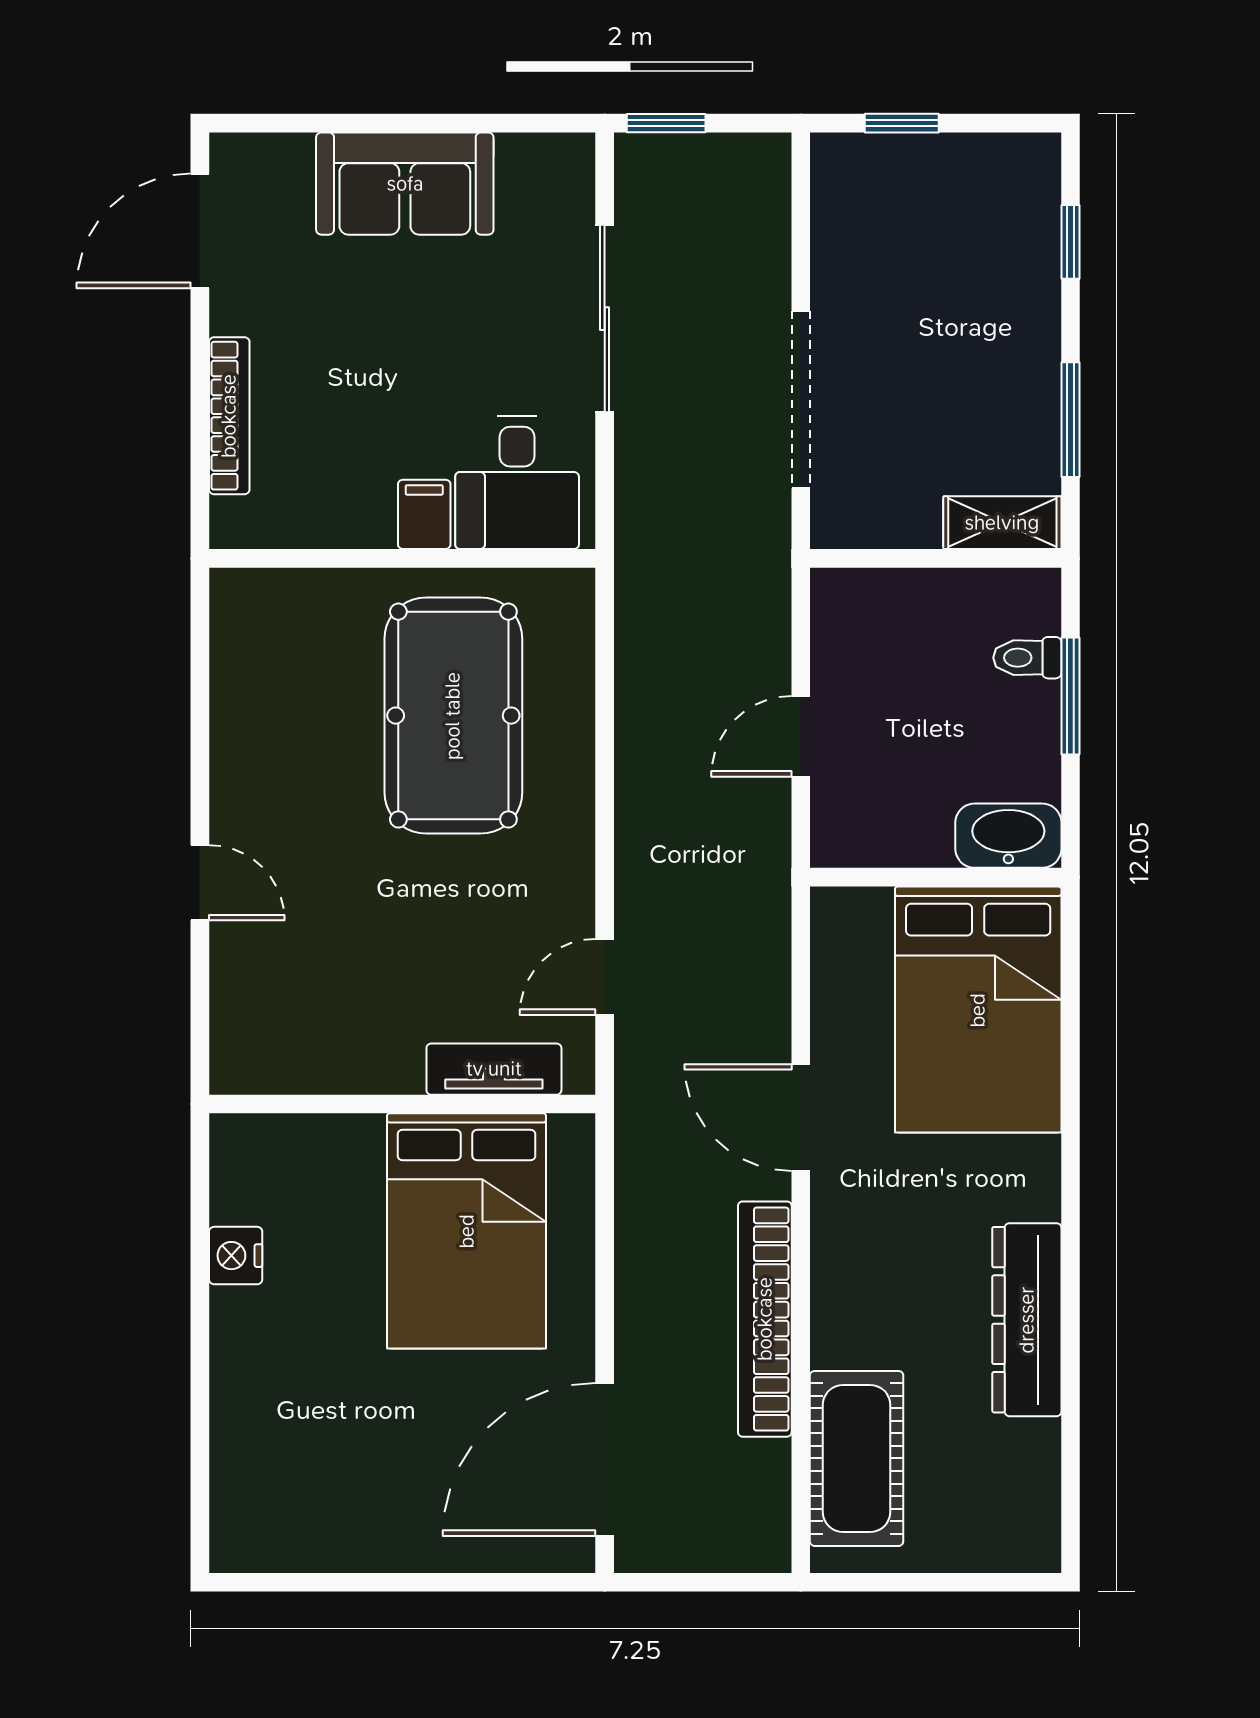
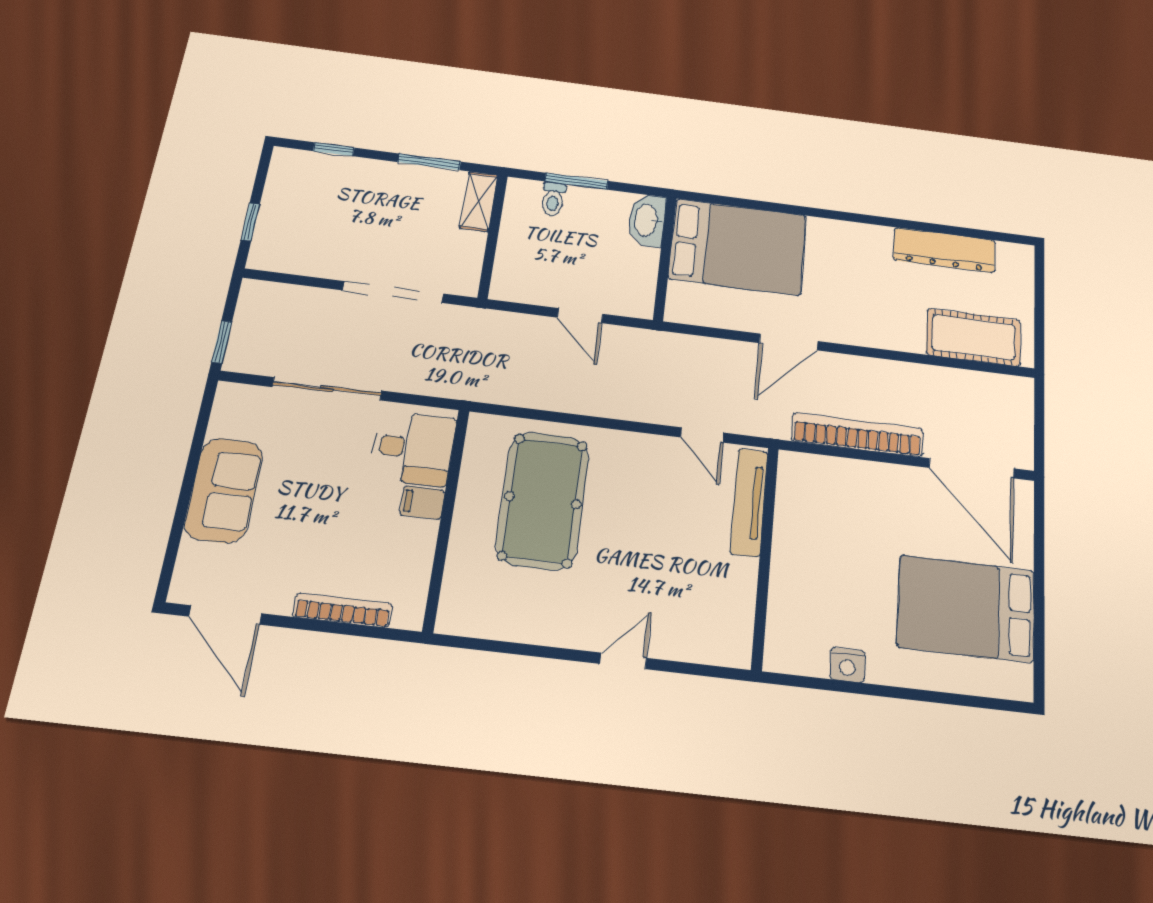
pool table: (453, 716) -> (543, 500), turned 90
tv unit: (494, 1069) -> (749, 502), width x1.41
bed: (467, 1231) -> (966, 609), moved, turned 180
bookcase: (765, 1319) -> (857, 435), moved, turned 180
dresser: (1027, 1320) -> (944, 250), moved

